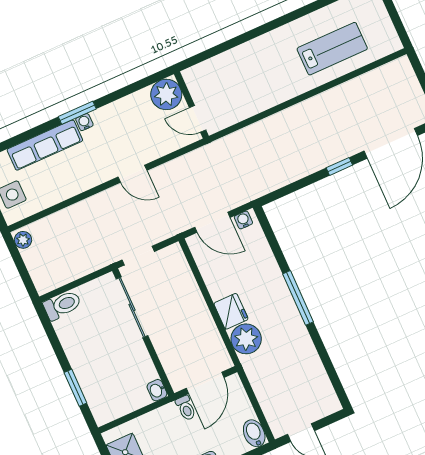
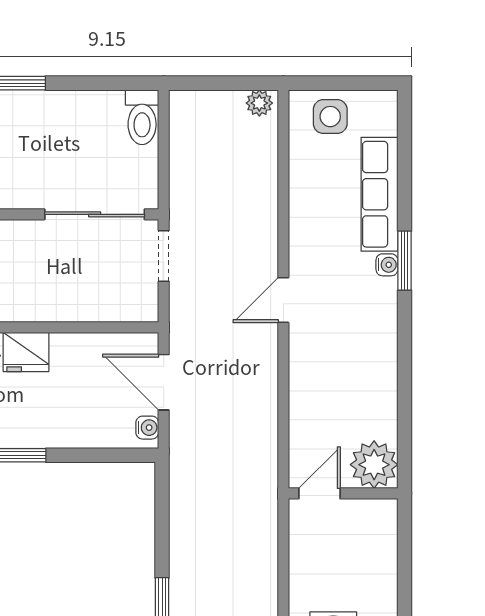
plant: (166, 94) -> (374, 465), moved
wall: (191, 105) -> (343, 493), moved
door: (198, 119) -> (320, 493), moved
door: (212, 222) -> (164, 382), hinge flipped

